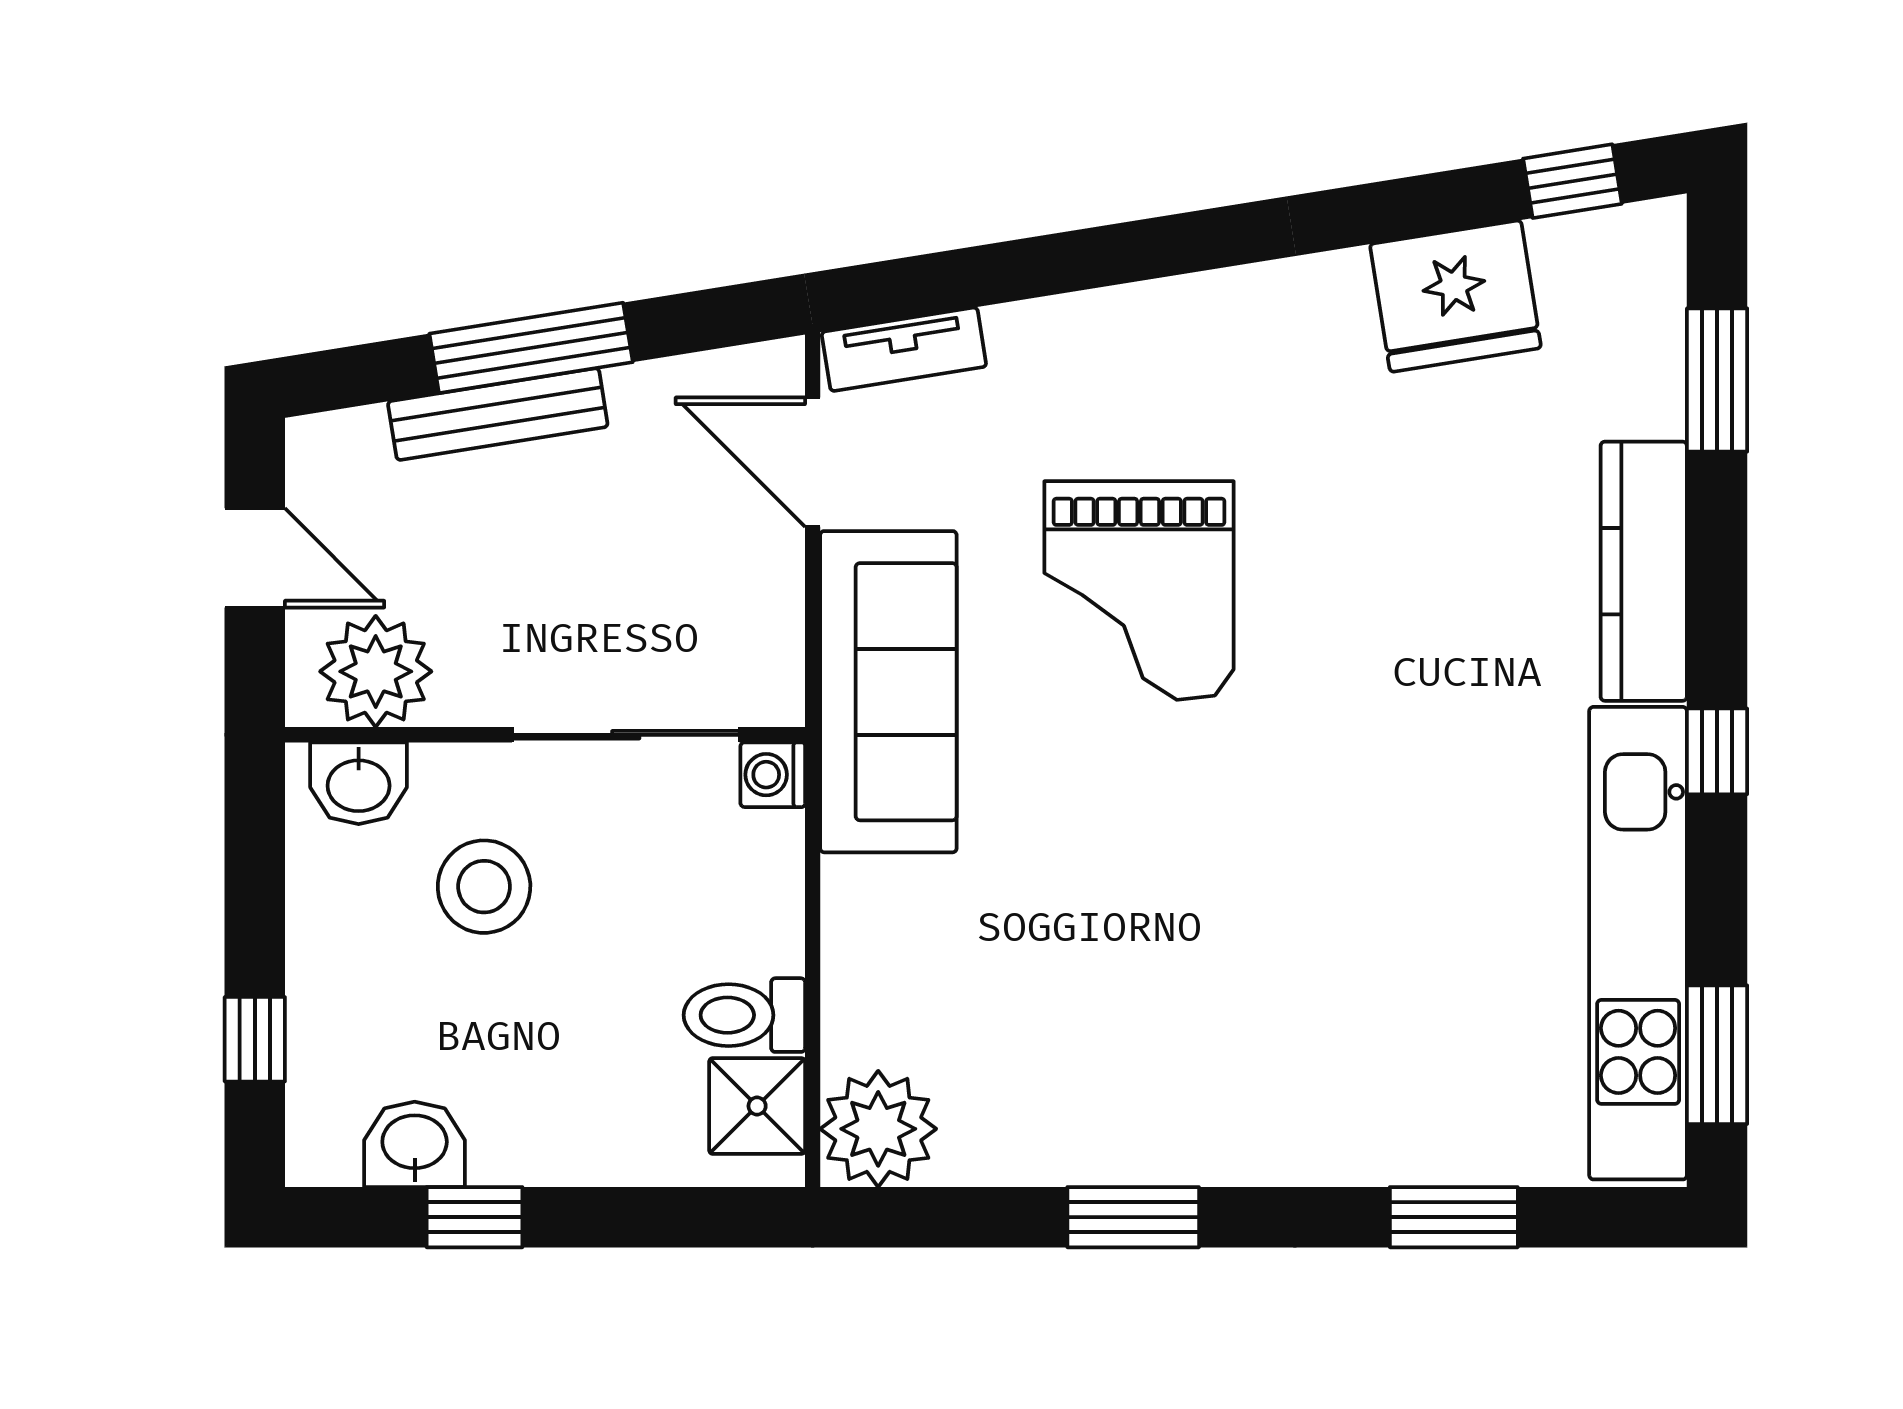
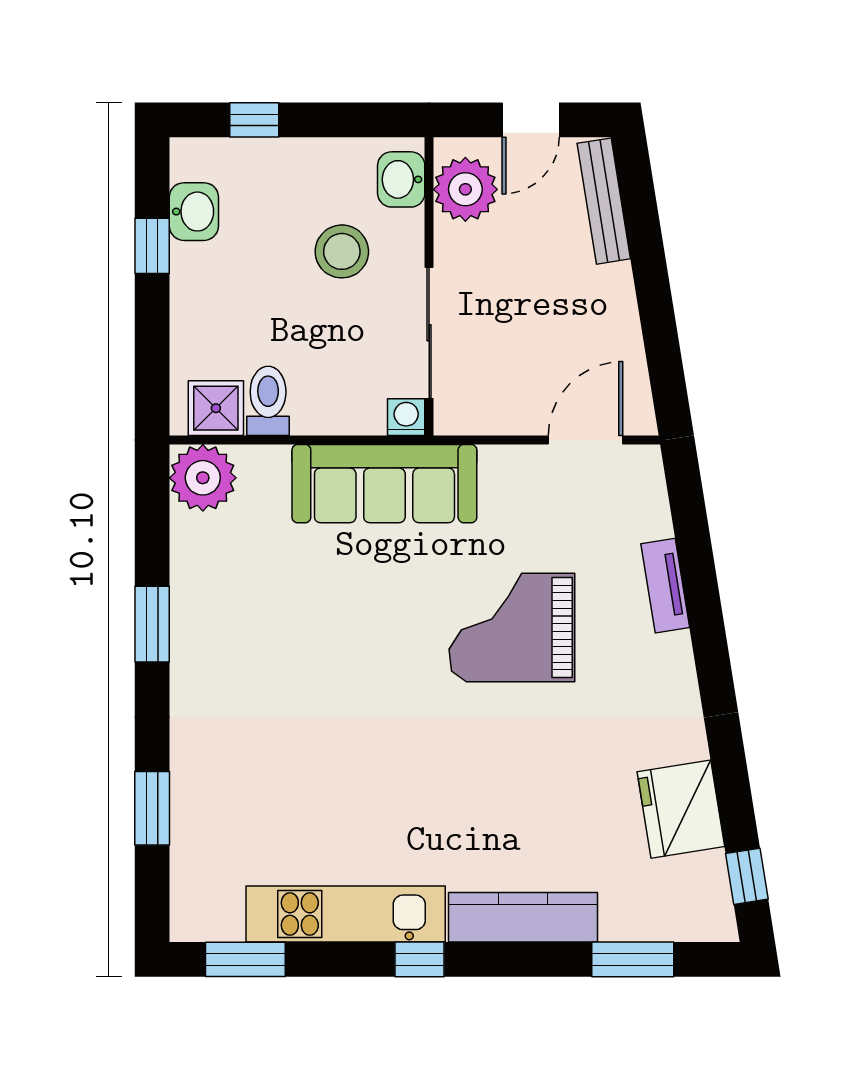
window: (531, 348) -> (651, 278), removed
tv unit: (904, 349) -> (665, 586), moved
bench: (498, 414) -> (604, 201), moved
sofa: (888, 692) -> (384, 484), moved
kitchen unit: (1638, 943) -> (346, 914), width x0.73

